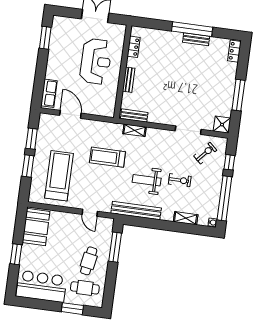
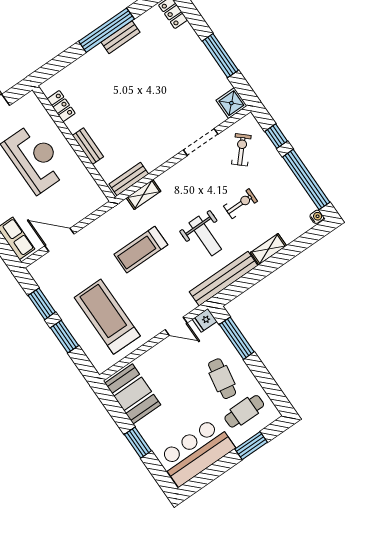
weight bench: (147, 180) -> (205, 236), turned -90
shelving: (186, 218) -> (268, 249), moved
fridge: (107, 223) -> (205, 320), added

